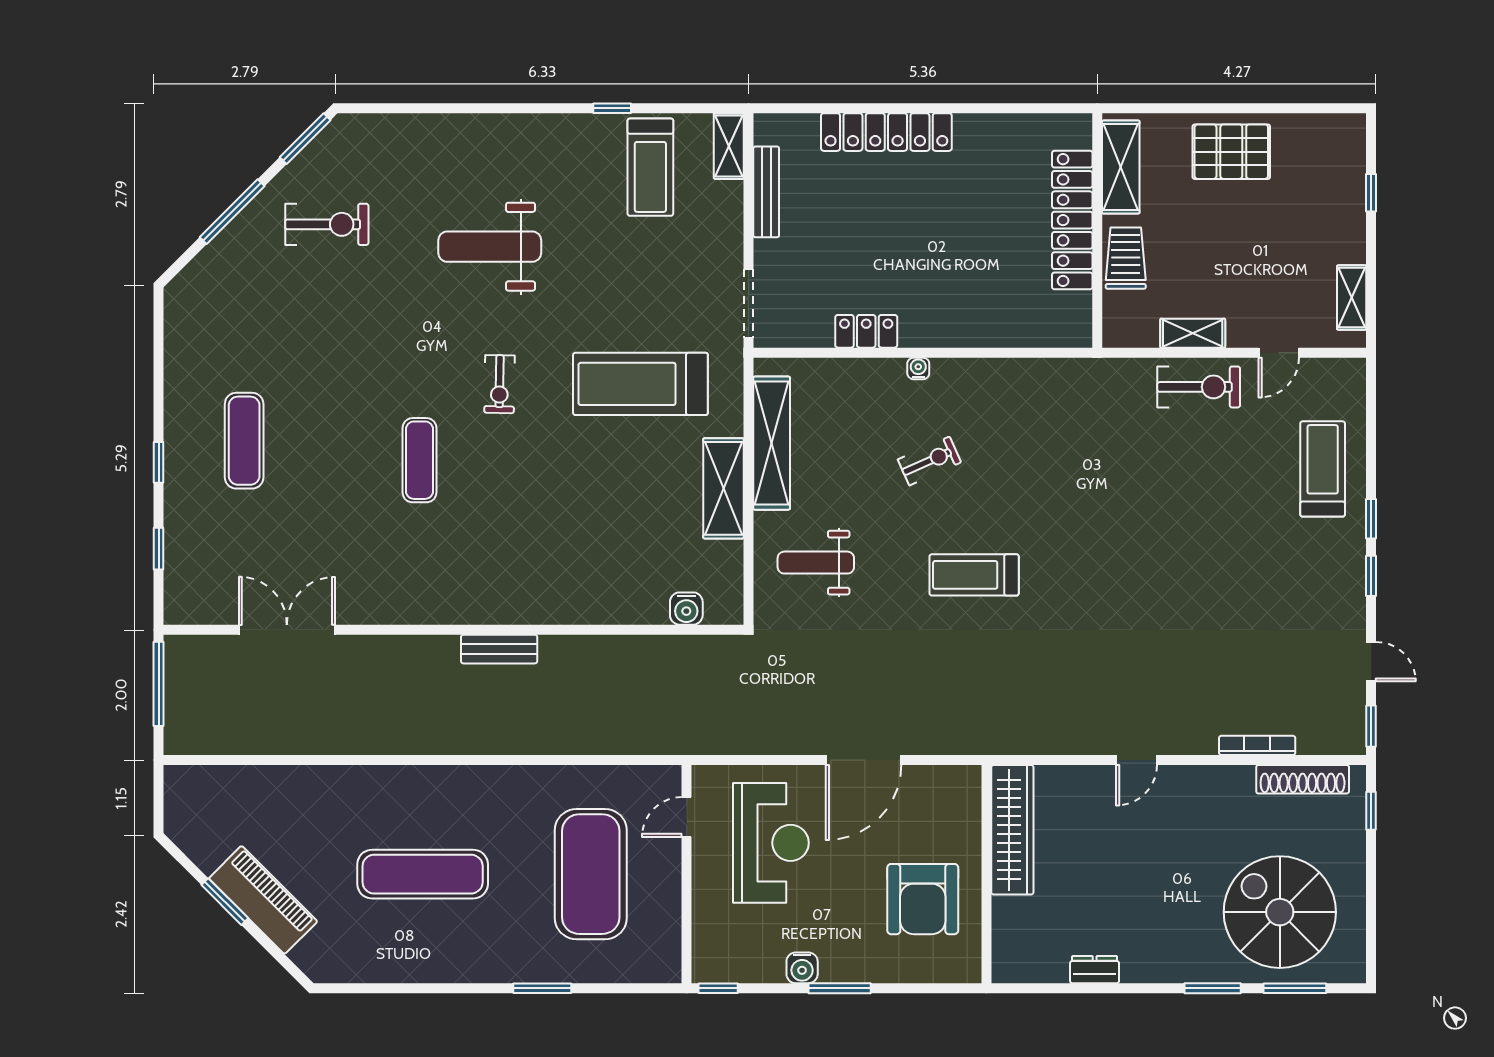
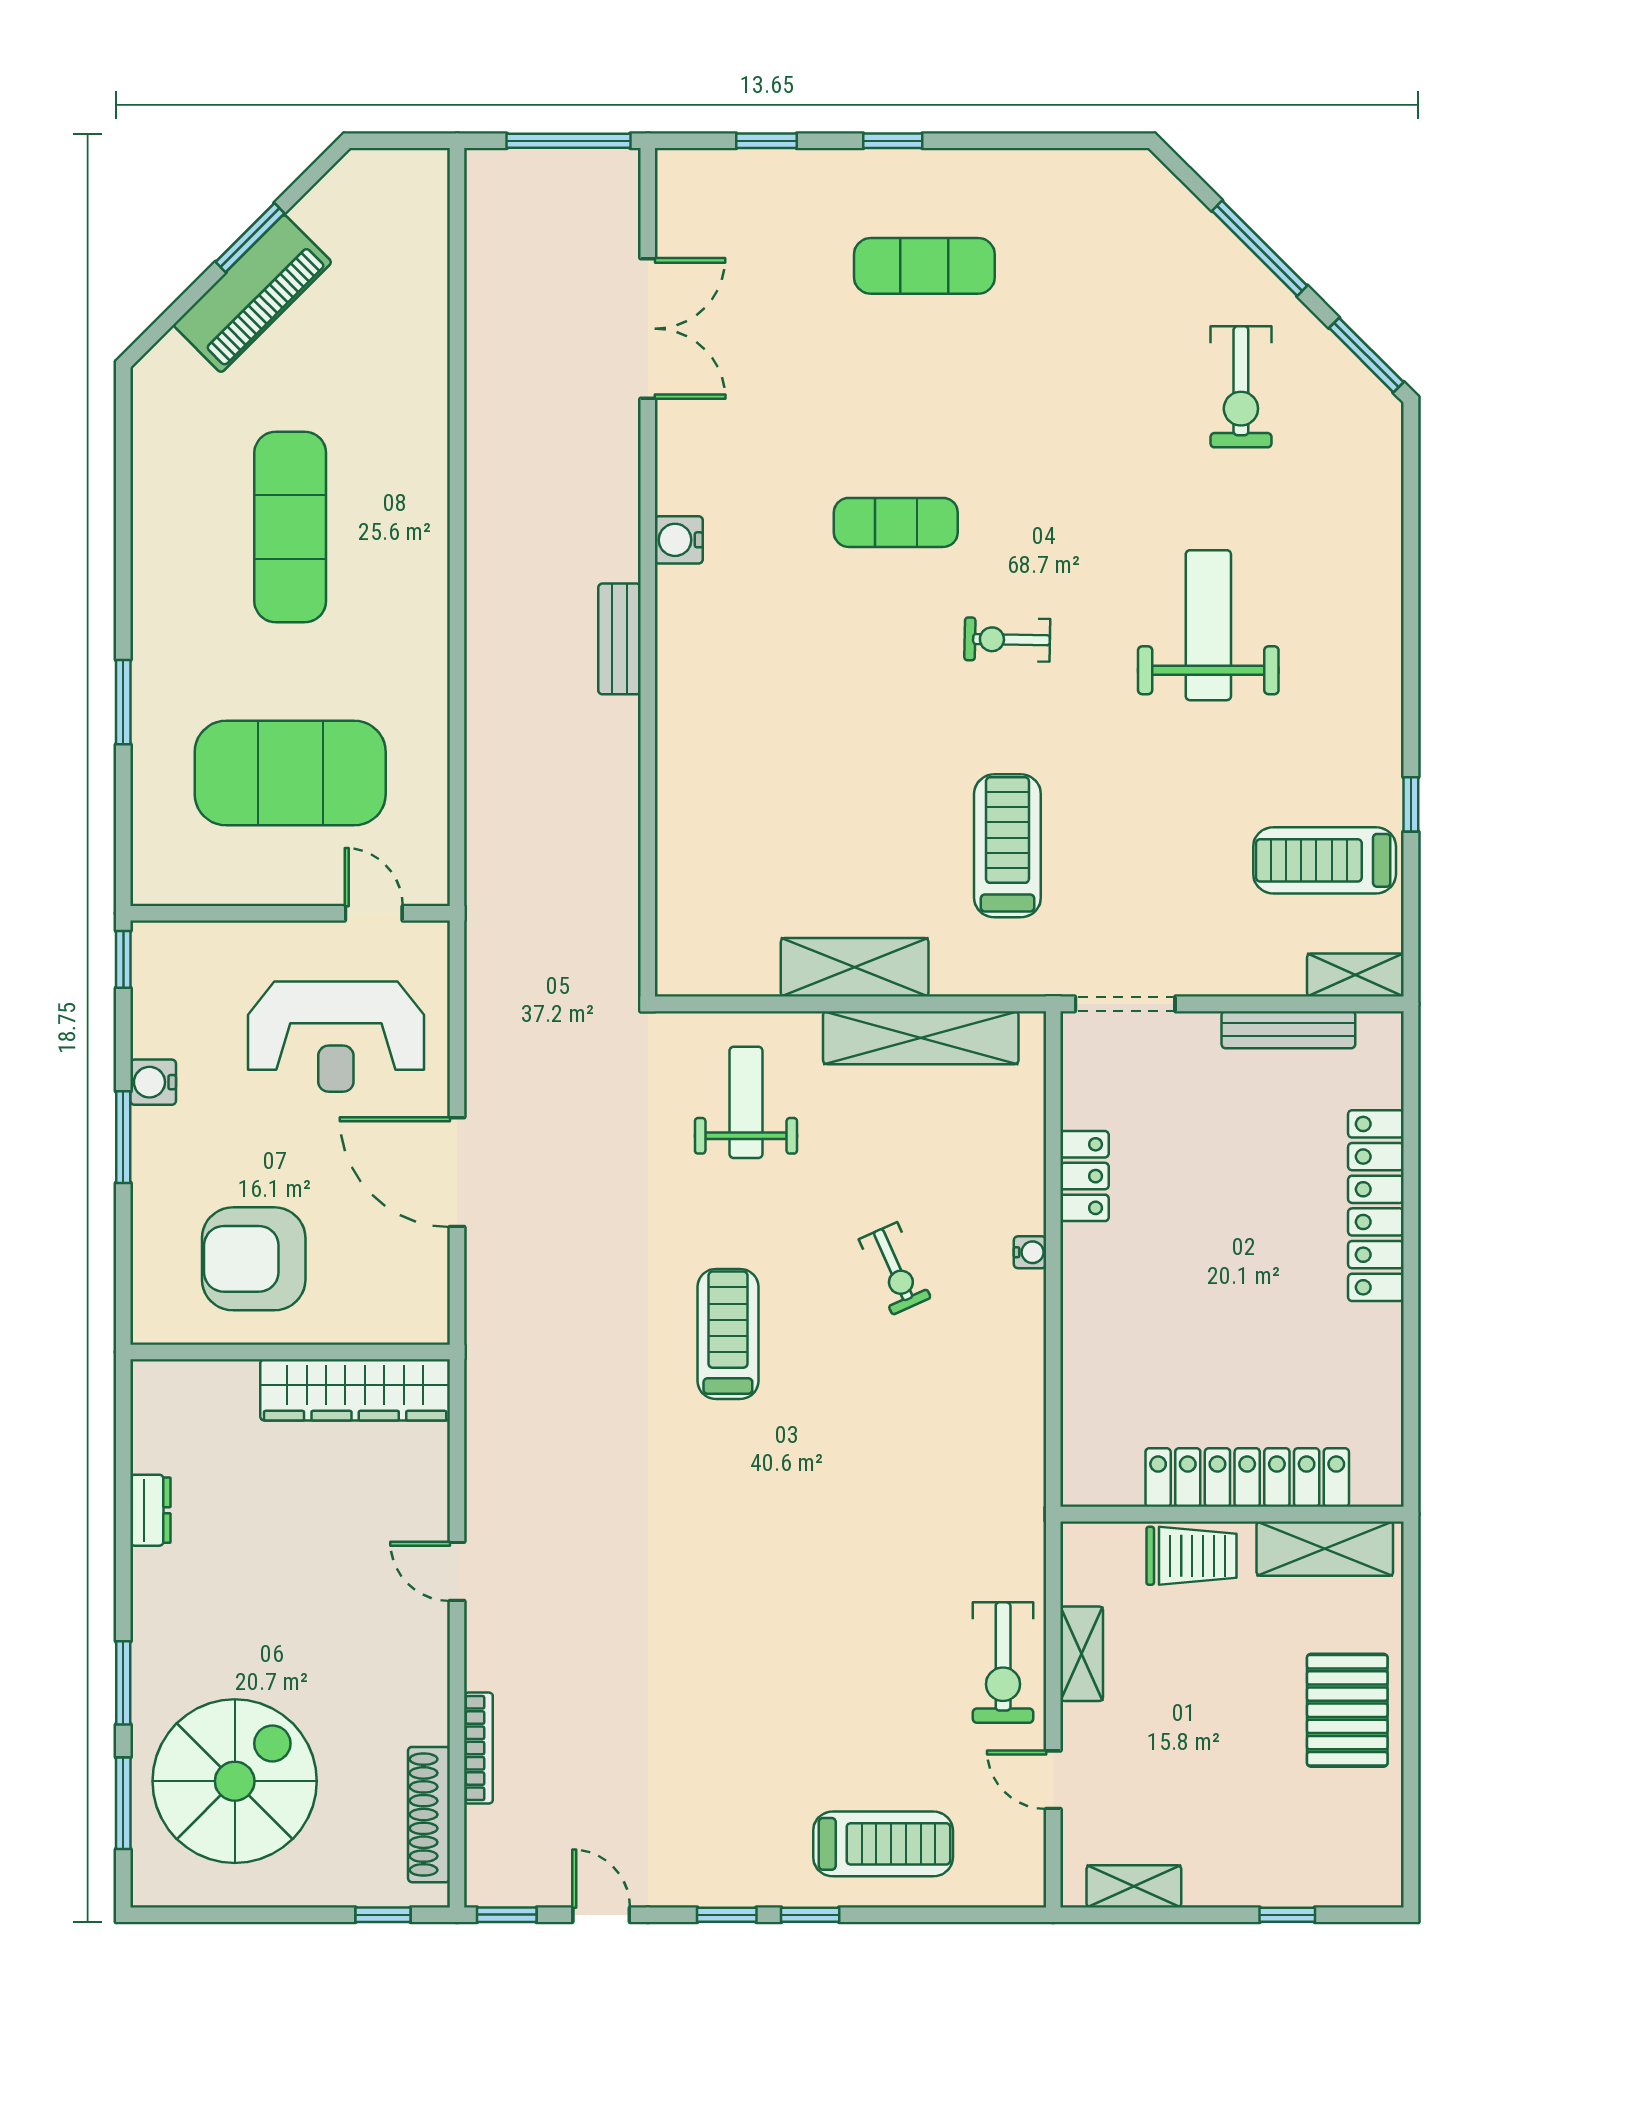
treadmill: (640, 384) -> (1007, 846), width x0.73, depth x0.73
water cooler: (686, 609) -> (679, 540), moved
door: (1371, 662) -> (601, 1915), swing flipped

